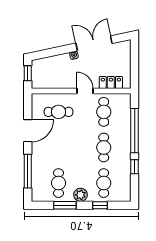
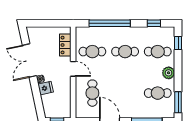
fridge: (64, 61) -> (46, 88), added
door: (85, 91) -> (73, 69), swing flipped
window: (135, 167) -> (154, 23), moved
window: (65, 205) -> (178, 102), moved
window: (100, 205) -> (178, 43), moved

